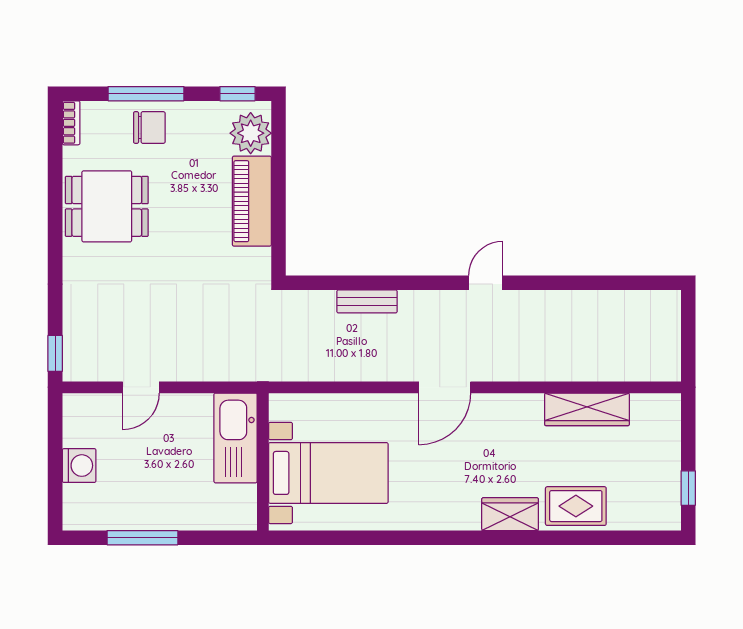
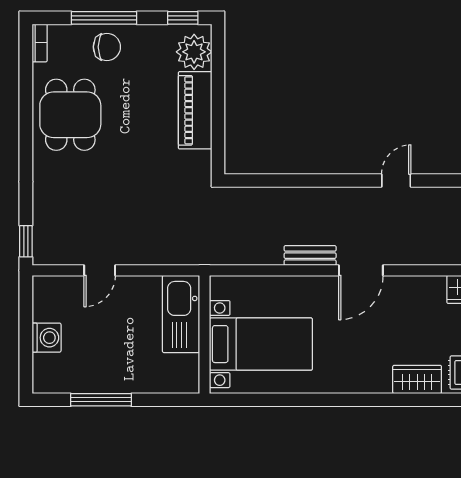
dining table: (107, 206) -> (70, 115), turned 90
bench: (367, 301) -> (310, 256), moved

